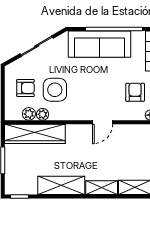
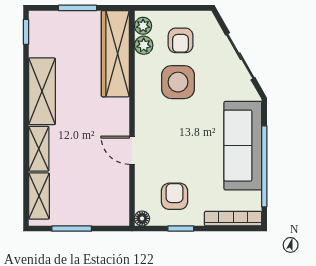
armchair: (135, 92) -> (174, 196), turned -90
plant: (43, 114) -> (143, 26), moved

